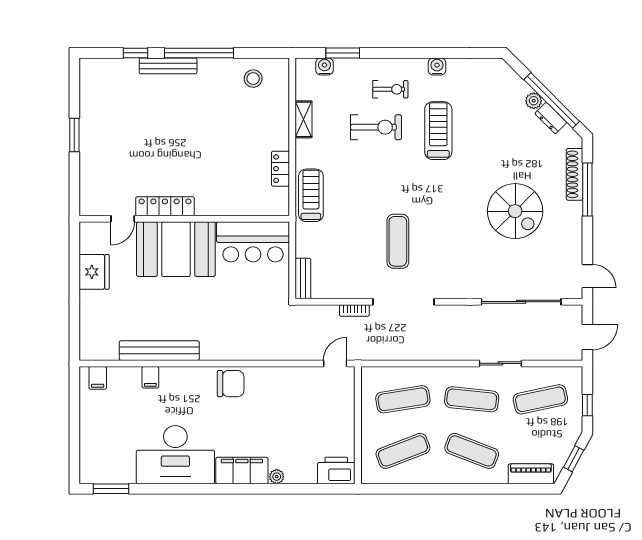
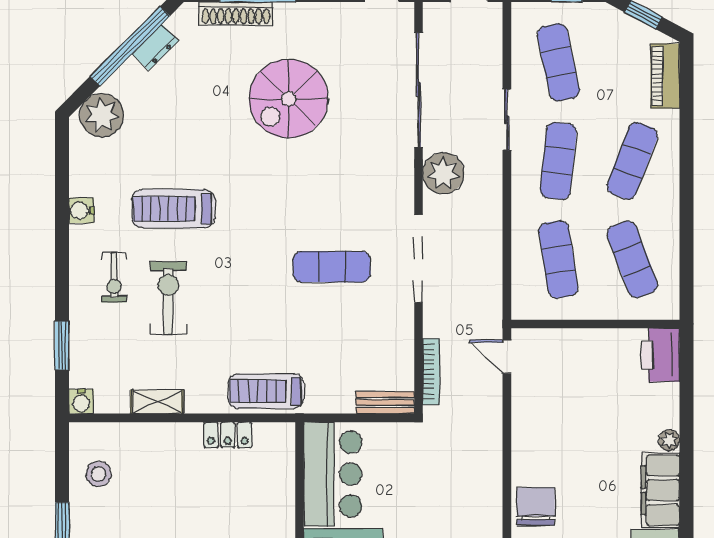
water cooler: (324, 66) -> (81, 401), moved, turned -90
exercise bike: (390, 89) -> (114, 277), turned 180
plant: (534, 101) -> (102, 115), moved, width x1.88, depth x1.88
spiral stairs: (515, 211) -> (289, 99), turned 180
bookcase: (354, 311) -> (431, 372), moved, width x1.56
plant: (463, 319) -> (443, 173), added

